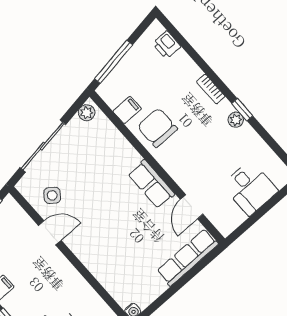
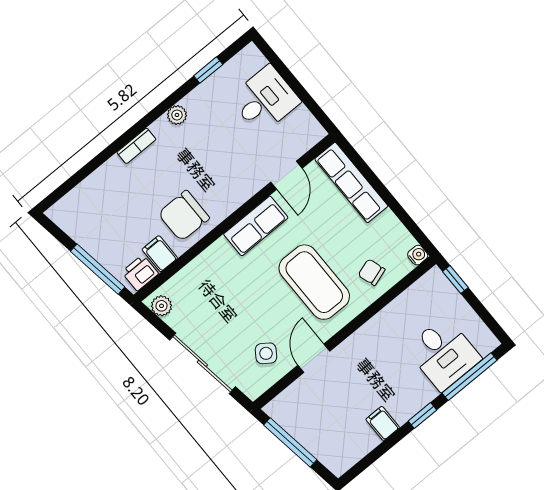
printer: (167, 45) -> (140, 273), moved, turned 180
window: (242, 110) -> (208, 70), moved
door: (192, 207) -> (286, 175), hinge flipped
coffee table: (109, 231) -> (314, 282), added
chair: (118, 276) -> (372, 272), added

